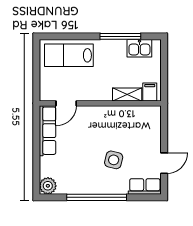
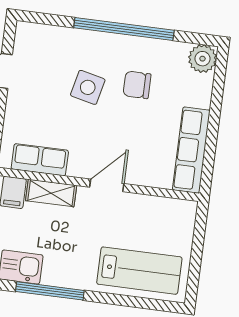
door: (66, 103) -> (107, 185), moved
chair: (85, 165) -> (137, 85), added
row of seats: (145, 186) -> (40, 160), moved, turned 180

